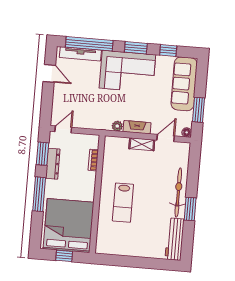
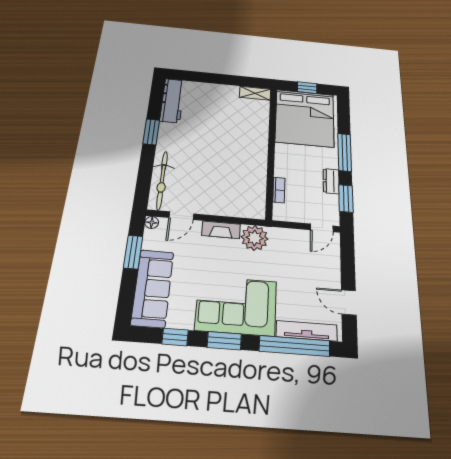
plant: (117, 126) -> (255, 238), width x1.87, depth x1.87
shelving: (142, 144) -> (255, 93), moved
dresser: (53, 164) -> (331, 181), width x0.70
bicycle: (178, 193) -> (162, 180), moved
lab bench: (123, 203) -> (238, 141), removed

